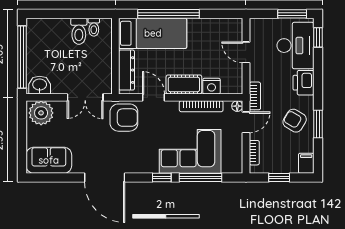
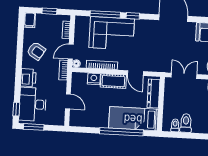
armchair: (124, 118) -> (157, 60), removed
window: (318, 124) -> (20, 48), removed

